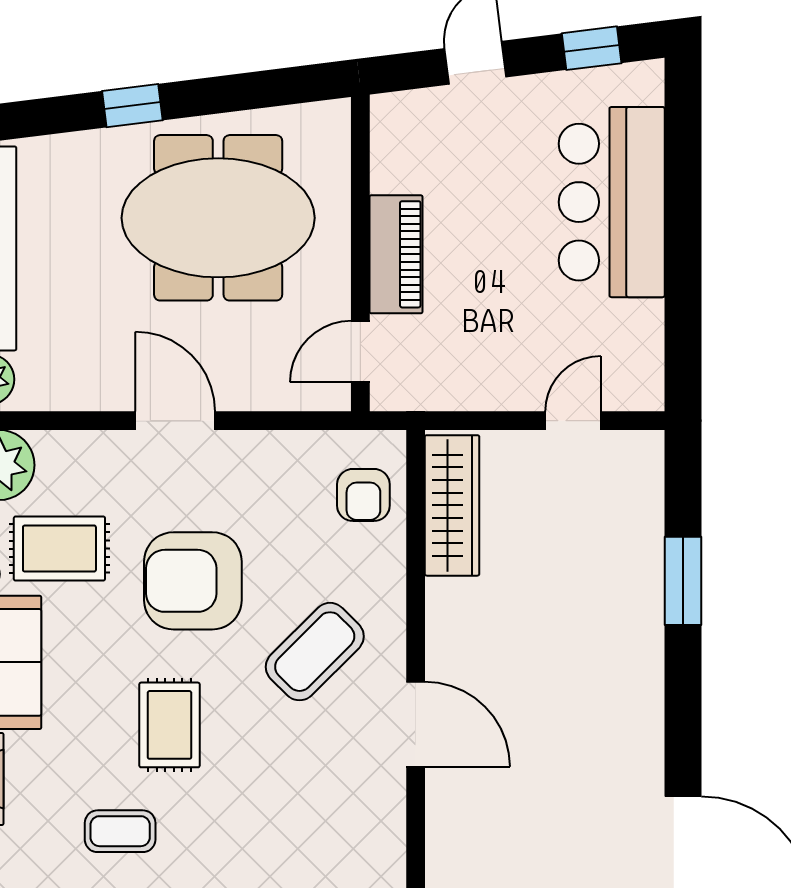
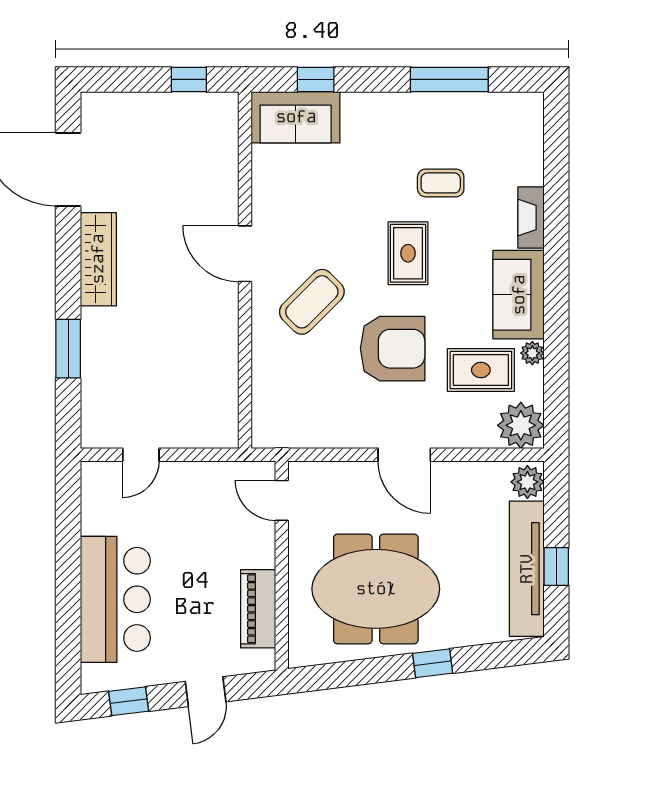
piano: (396, 254) -> (258, 609), moved
door: (360, 352) -> (282, 500), swing flipped
armchair: (363, 495) -> (280, 405), removed
wardrobe: (452, 505) -> (98, 259), moved, turned 180

